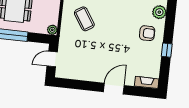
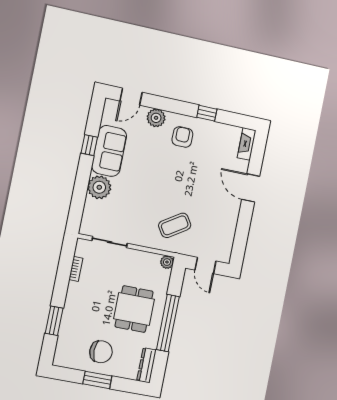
coffee table: (84, 19) -> (175, 225), moved

